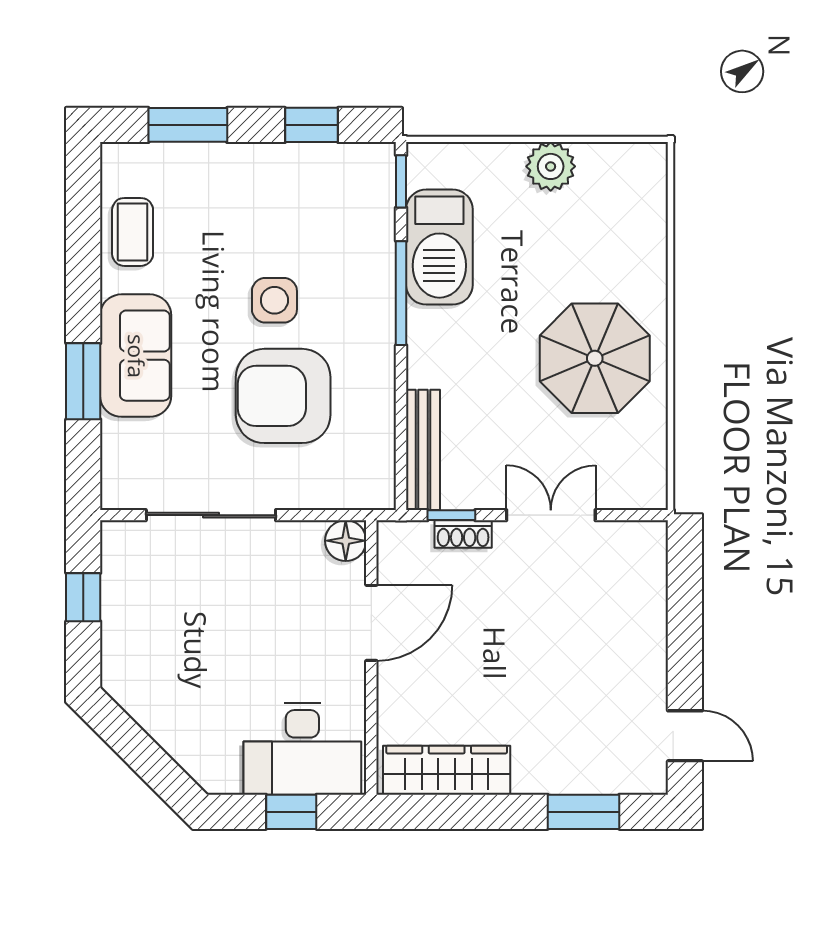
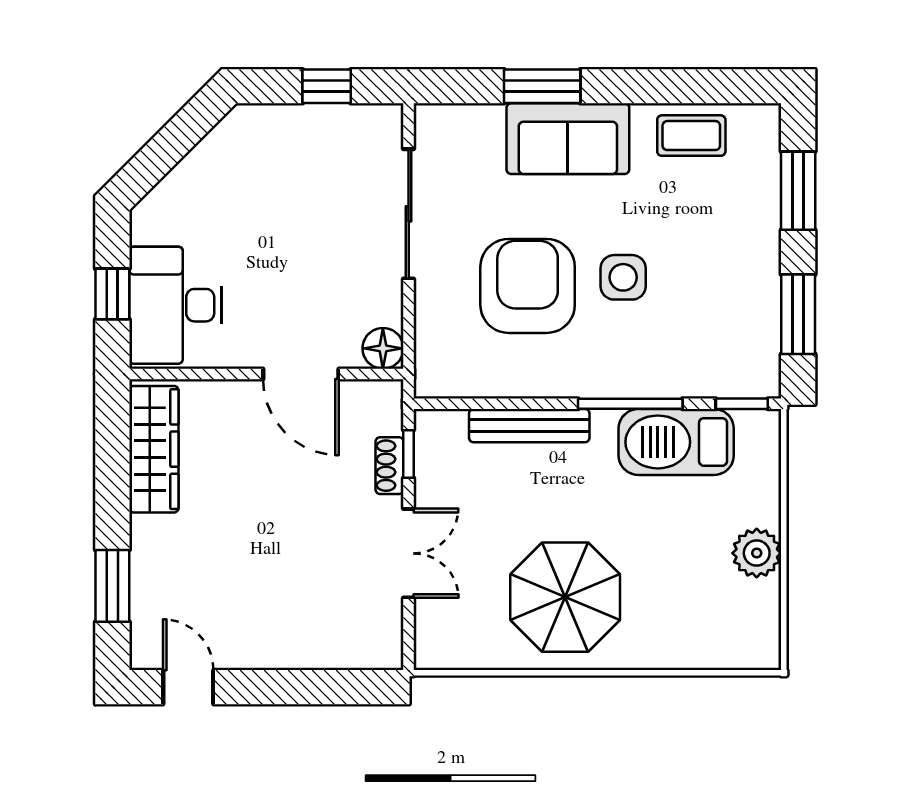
window: (311, 125) -> (798, 314), width x1.50
bench: (423, 450) -> (529, 426), moved
door: (685, 736) -> (188, 687), swing flipped

